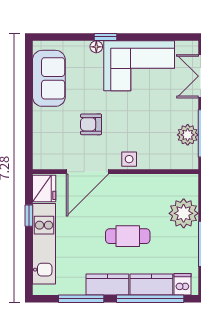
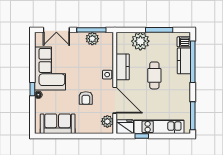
plant: (53, 159) -> (107, 121), added
kitchen counter: (107, 284) -> (123, 67), moved, turned 180
window: (81, 299) -> (193, 116), moved

